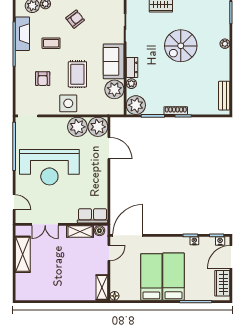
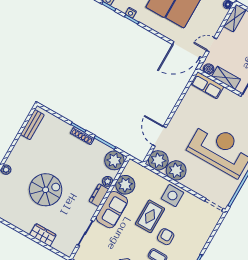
armchair: (43, 79) -> (166, 237), moved

